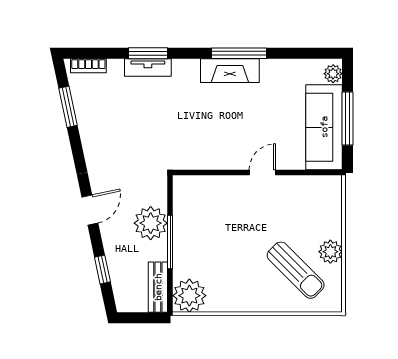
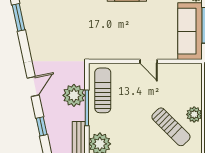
door: (262, 173) -> (149, 61), swing flipped
sun lounger: (194, 216) -> (103, 90), added

